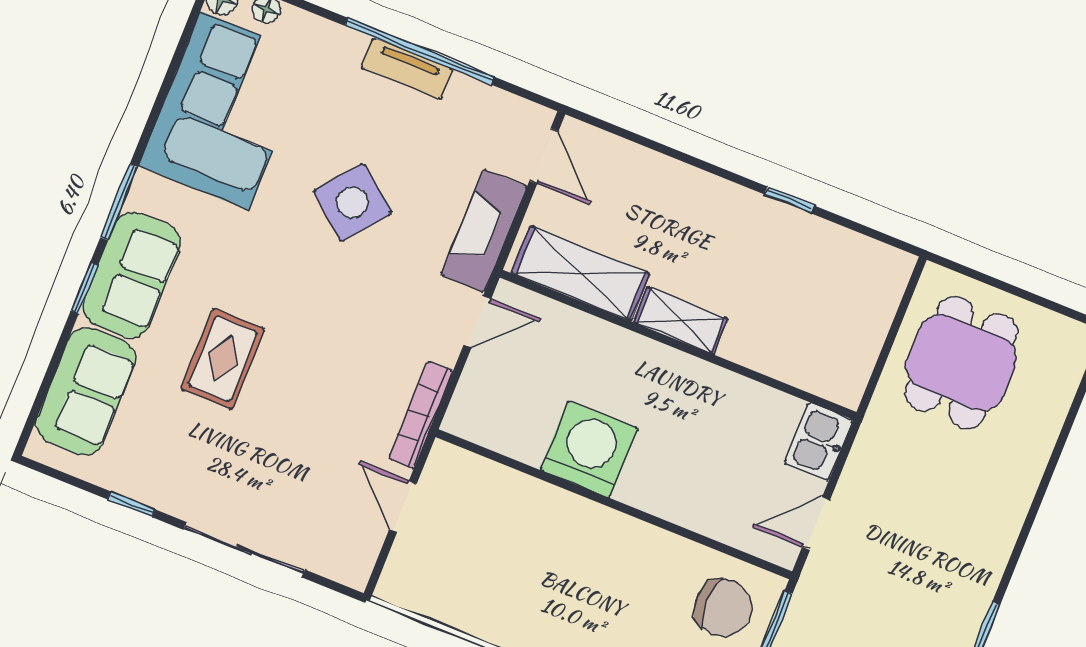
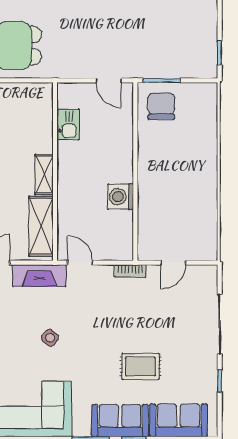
side table: (352, 202) -> (50, 338), width x0.54, depth x0.54
bookcase: (421, 415) -> (130, 271), width x0.64
kitchen sink: (819, 441) -> (68, 125), moved, turned -90
washing machine: (589, 449) -> (120, 197), width x0.73, depth x0.73

